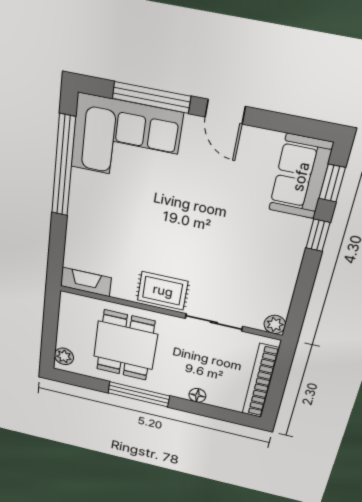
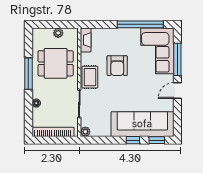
sofa: (301, 177) -> (142, 124), width x1.85, depth x1.27
armchair: (147, 233) -> (117, 66), added
plant: (64, 356) -> (58, 33), moved

